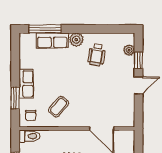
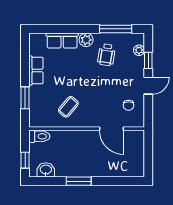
window: (45, 29) -> (116, 29), moved
row of seats: (26, 84) -> (36, 70), moved
chair: (31, 115) -> (129, 105), moved

